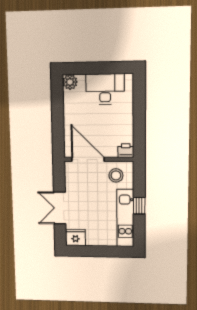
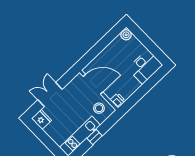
desk: (105, 89) -> (145, 67), moved, turned 90
door: (88, 159) -> (93, 84), hinge flipped

